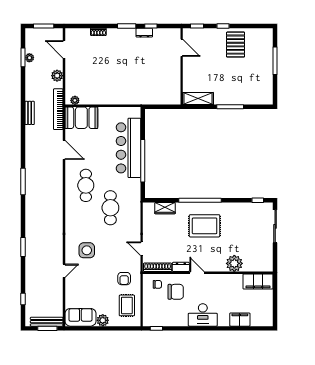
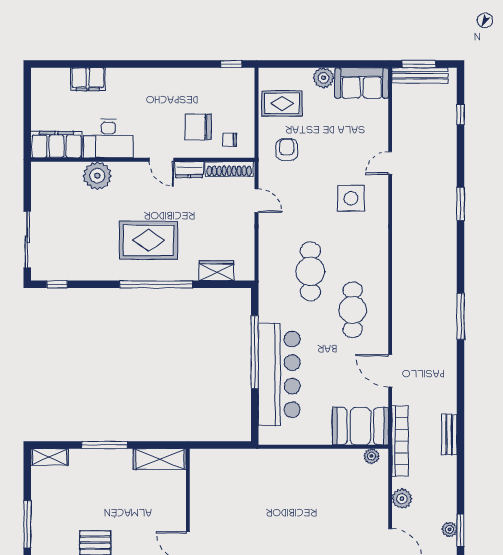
shelving: (262, 100) -> (50, 457), added
rug: (127, 305) -> (282, 103), turned 90
desk: (203, 315) -> (108, 138), moved, turned 180

